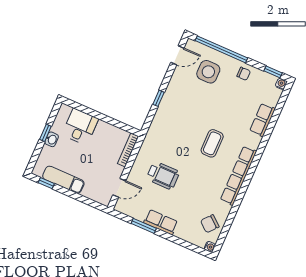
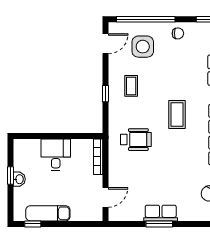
coffee table: (183, 101) -> (131, 86), added
desk: (80, 127) -> (56, 155), moved
wheelchair: (163, 175) -> (136, 140), moved
window: (144, 226) -> (159, 224), moved

